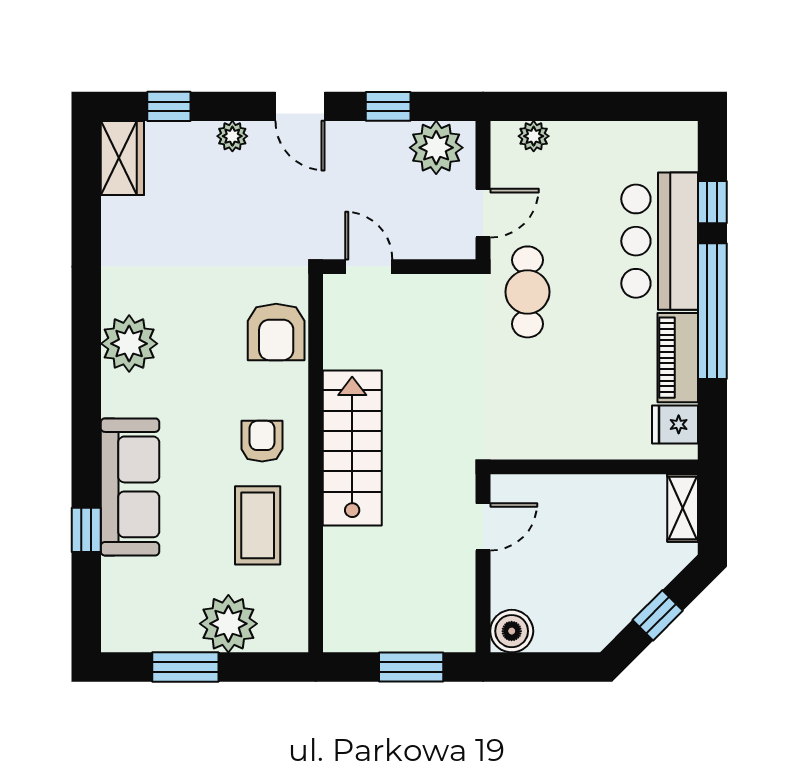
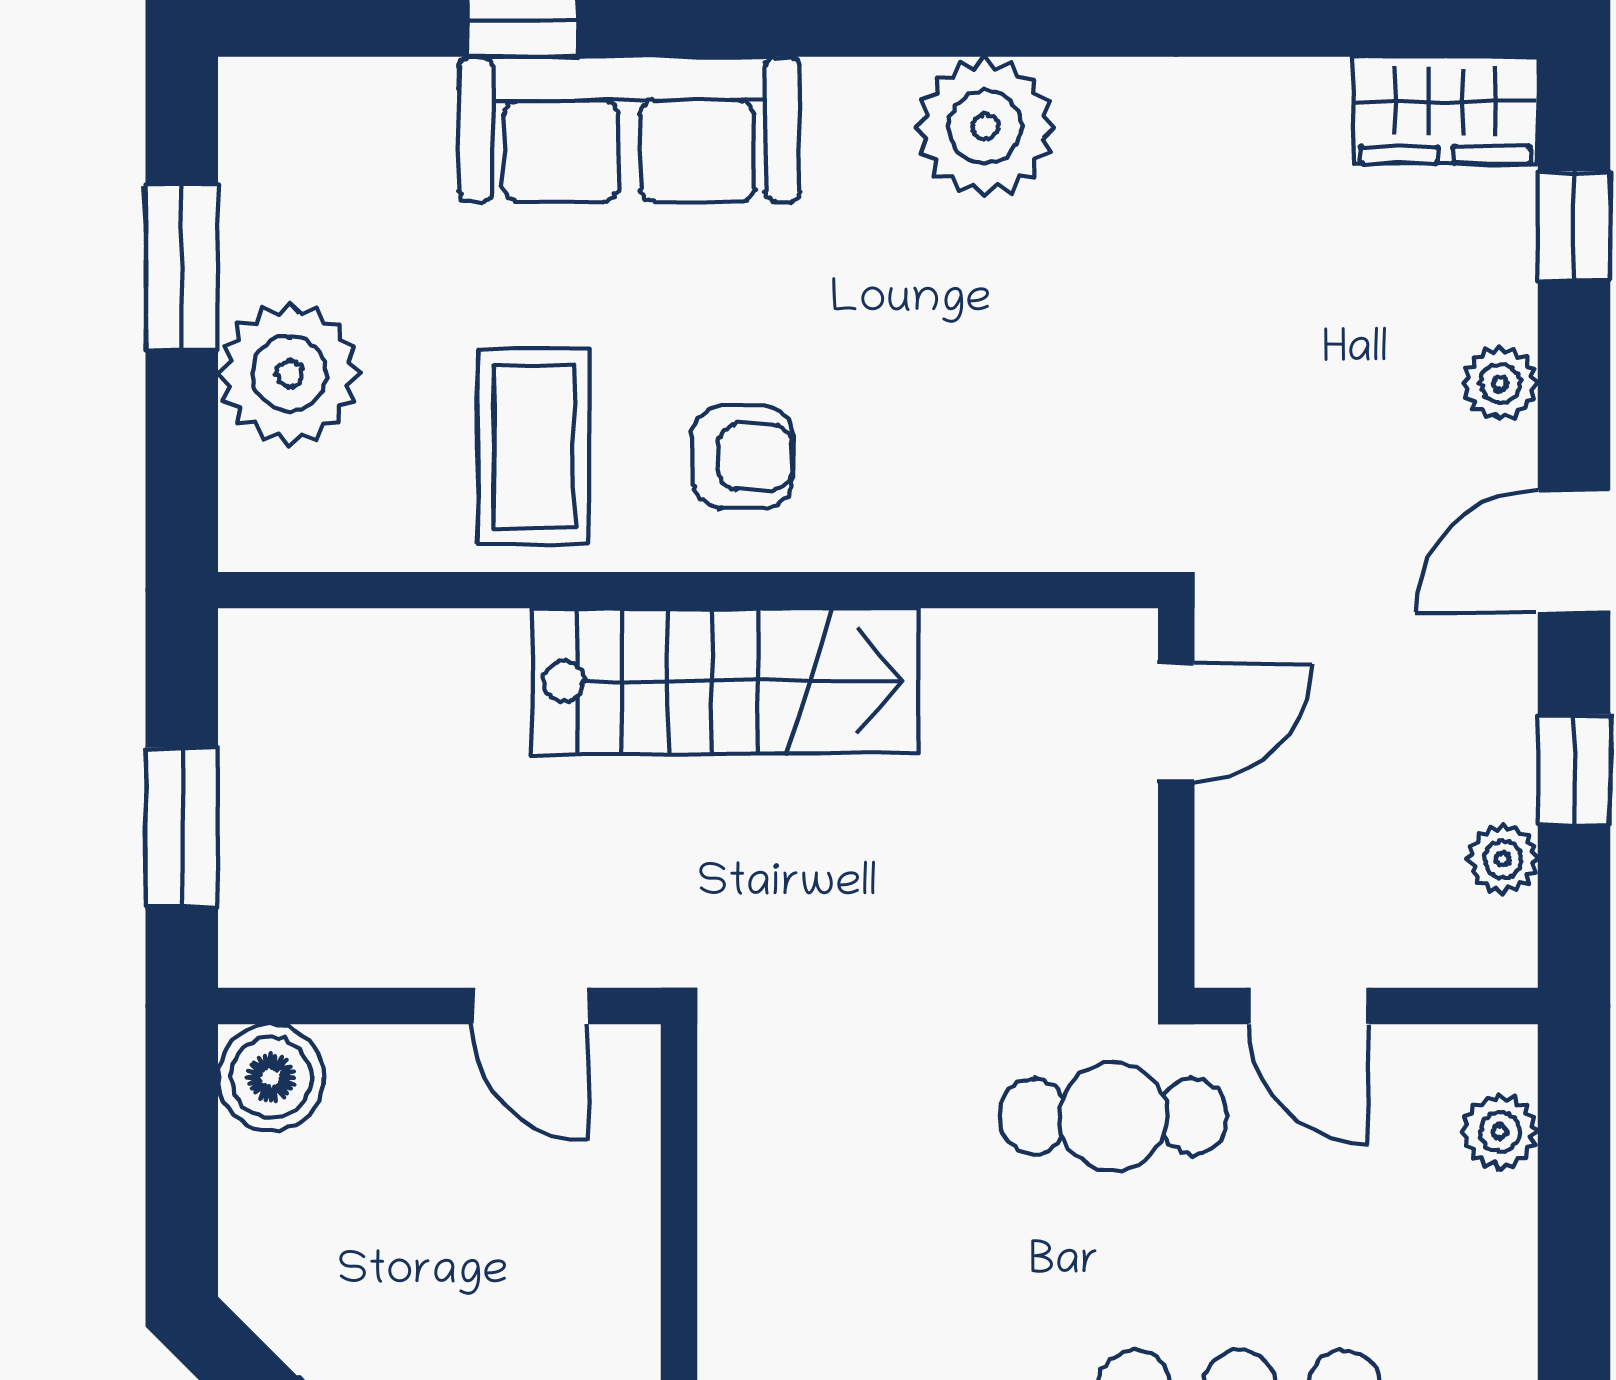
plant: (436, 148) -> (1503, 859), width x0.53, depth x0.53
armchair: (276, 332) -> (1014, 492), removed
coffee table: (258, 525) -> (534, 446), turned 90

